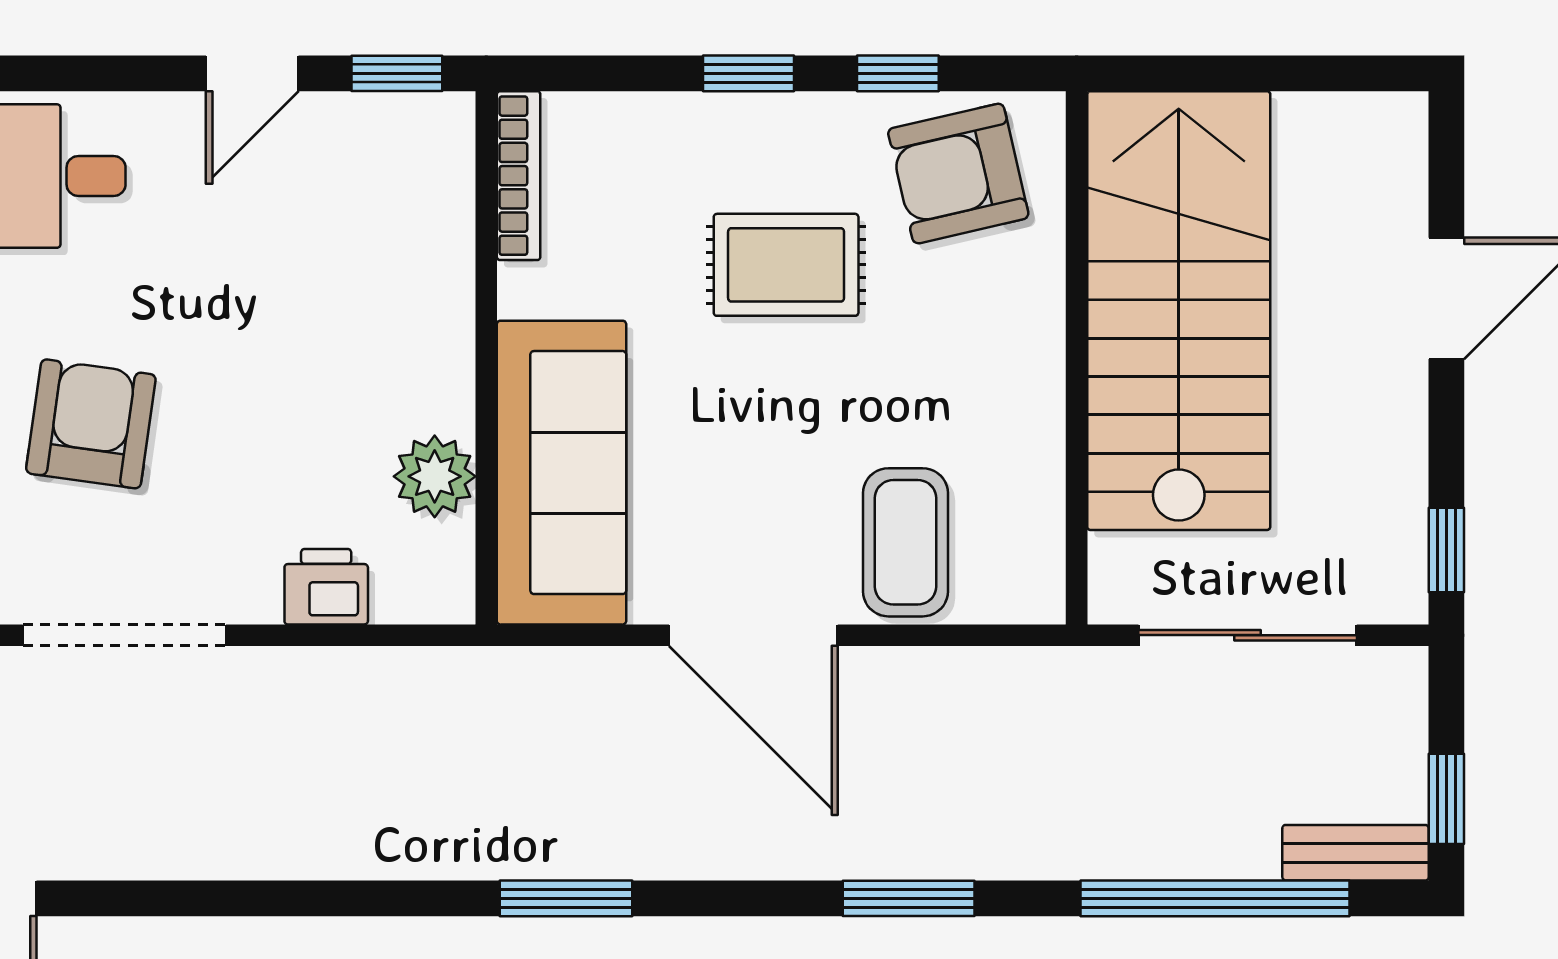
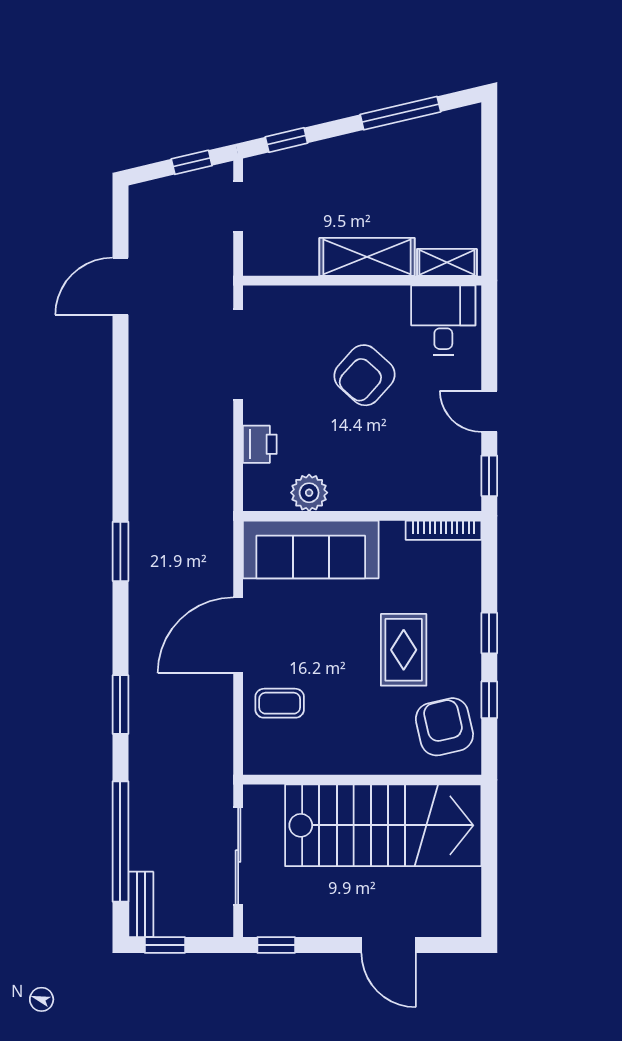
armchair: (91, 424) -> (365, 375), moved, turned 124
coffee table: (906, 542) -> (280, 703), width x0.73, depth x0.77

